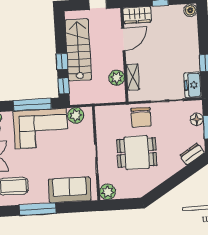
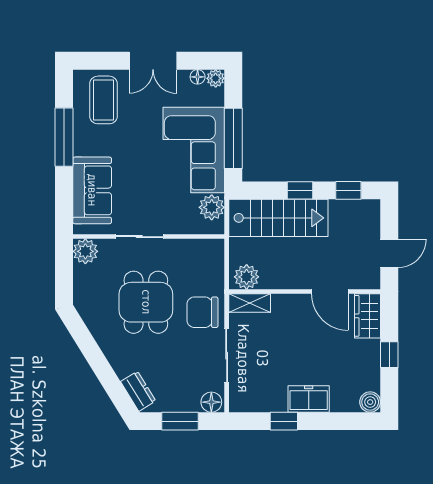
stairs: (78, 50) -> (278, 218), moved
shelving: (133, 77) -> (250, 303), moved
plant: (117, 78) -> (247, 277), moved
freezer: (193, 85) -> (309, 399), moved
window: (63, 86) -> (348, 190), moved
floor lamp: (197, 119) -> (211, 402), moved

